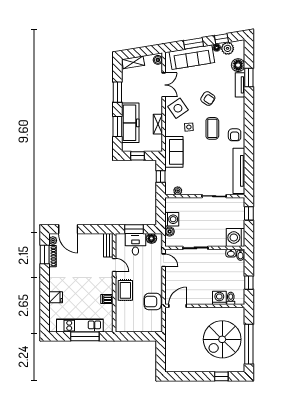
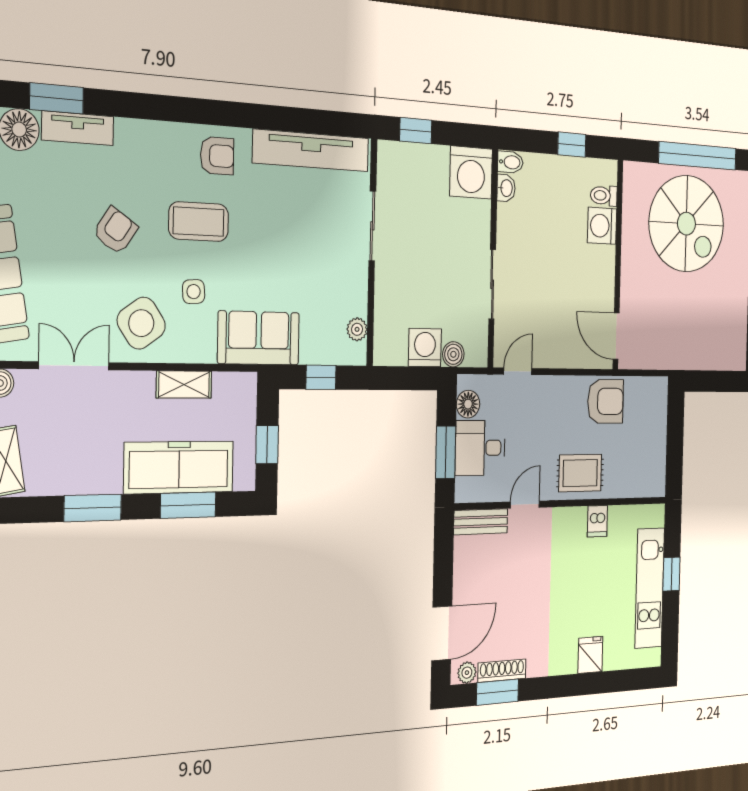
armchair: (153, 302) -> (605, 401), turned -90
window: (85, 336) -> (671, 574), width x0.46

